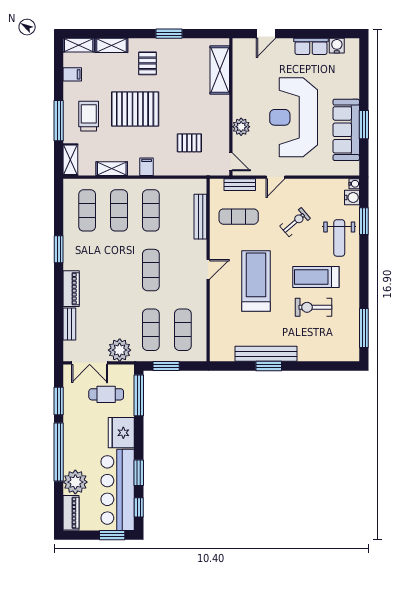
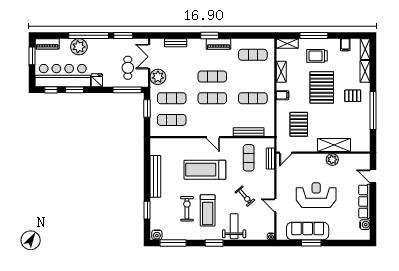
window: (169, 34) -> (373, 111), width x2.11
row of seats: (311, 46) -> (364, 201), width x1.48
shelving: (220, 70) -> (334, 145), moved
trolley: (89, 116) -> (317, 56), turned 180
reception desk: (294, 117) -> (316, 195), width x0.74, depth x0.77
plant: (241, 127) -> (332, 160), moved
pallet: (189, 143) -> (299, 124), width x1.50, depth x1.42
door: (276, 177) -> (275, 205), moved
water cooler: (352, 197) -> (157, 235), moved
exercise mat: (119, 210) -> (212, 76), moved
window: (364, 221) -> (214, 243), moved
weight bench: (339, 238) -> (234, 226), turned 90
window: (59, 249) -> (210, 35), moved
treadmill: (316, 277) -> (208, 210), turned 180
treadmill: (256, 281) -> (205, 170), turned 180
piano: (71, 289) -> (219, 44), moved
window: (269, 366) -> (147, 210), moved
fridge: (121, 433) -> (97, 80), width x0.53, depth x0.75
plant: (75, 482) -> (79, 47), moved
window: (112, 535) -> (32, 56), moved

